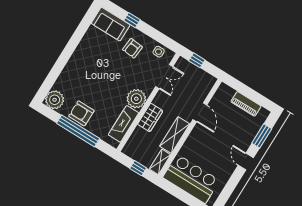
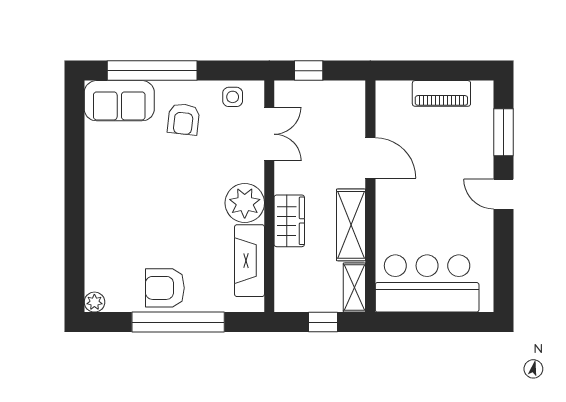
window: (132, 20) -> (152, 71), width x3.17
plant: (55, 100) -> (94, 302), width x0.53, depth x0.53

